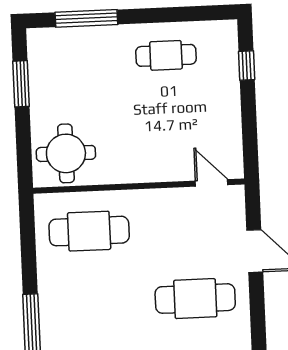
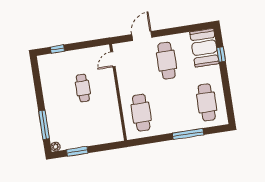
plant: (36, 38) -> (56, 147), added
cafe table: (166, 55) -> (83, 88), moved
round table: (66, 153) -> (107, 127), removed

